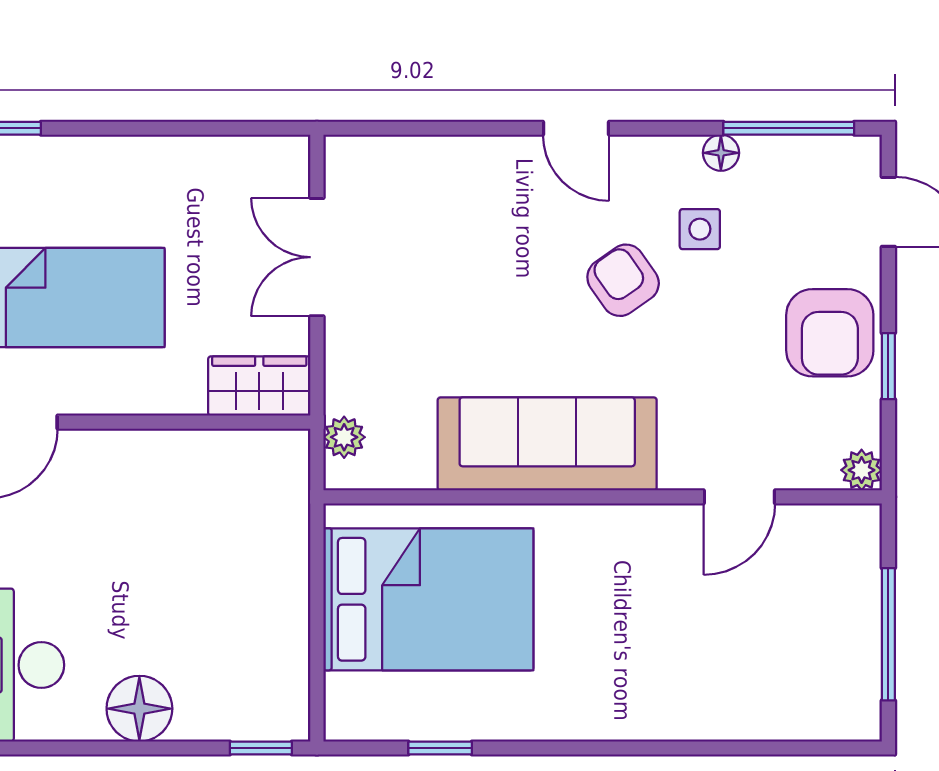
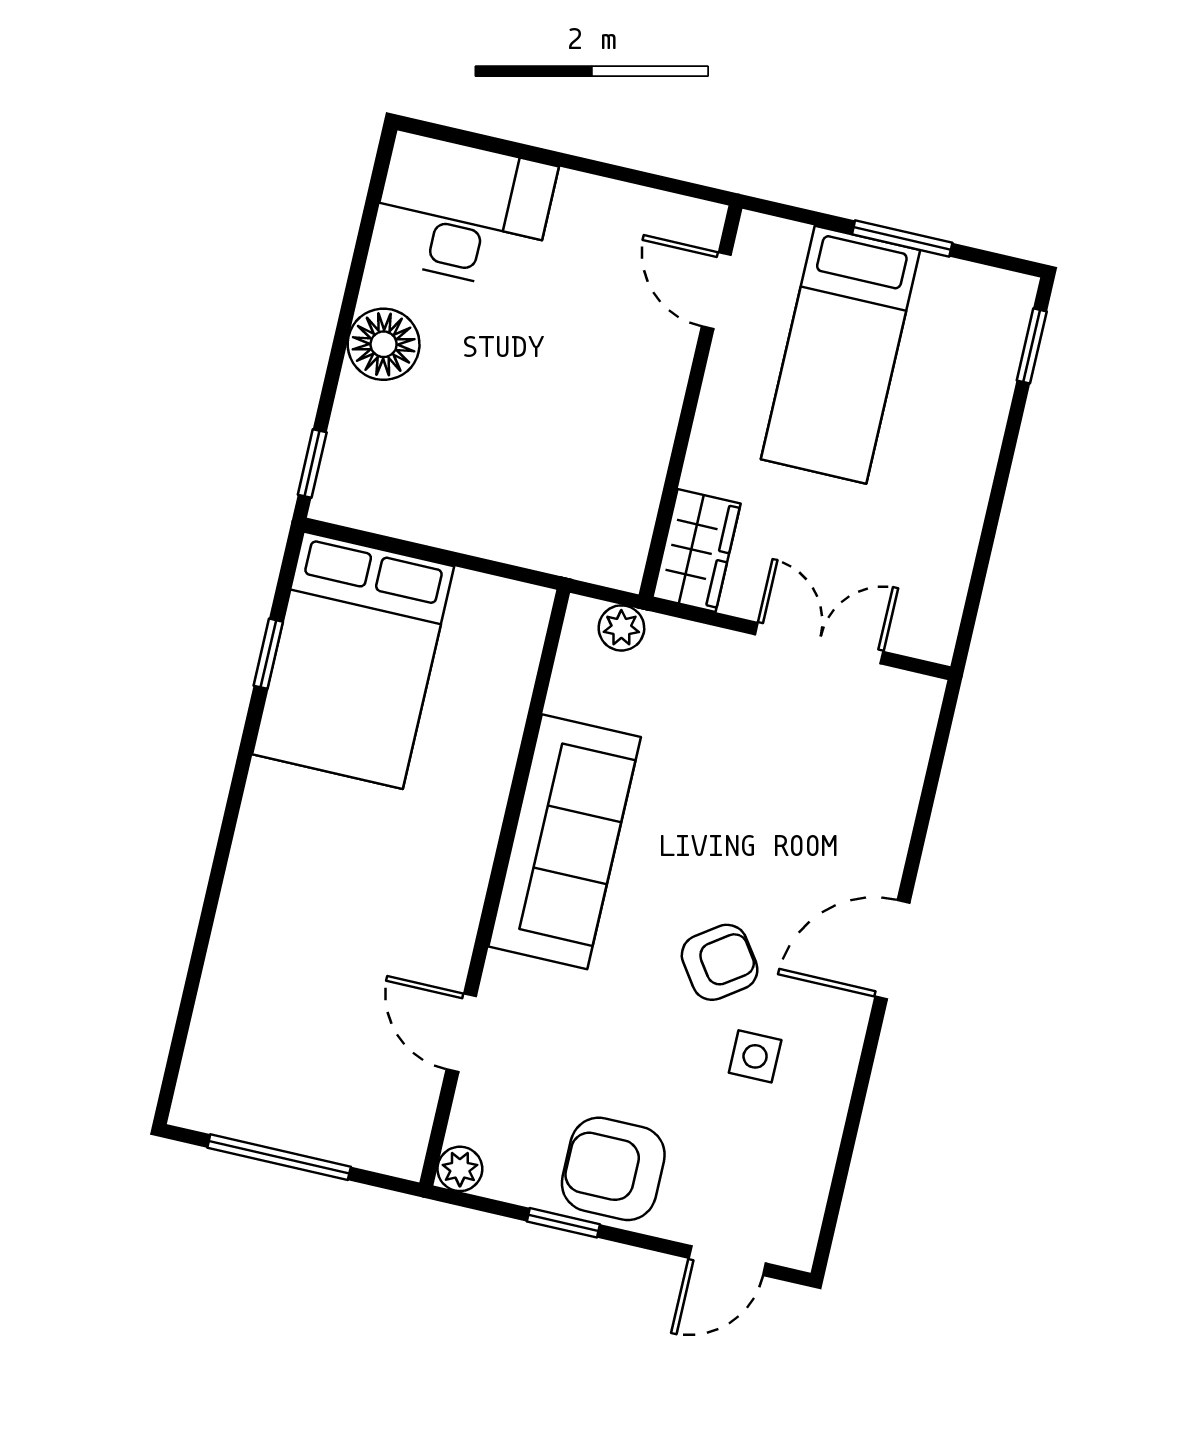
door: (576, 128) -> (892, 950), width x1.38
window: (789, 128) -> (840, 1175), removed
floor lamp: (721, 153) -> (831, 1097), removed
bed: (428, 599) -> (353, 660), moved

